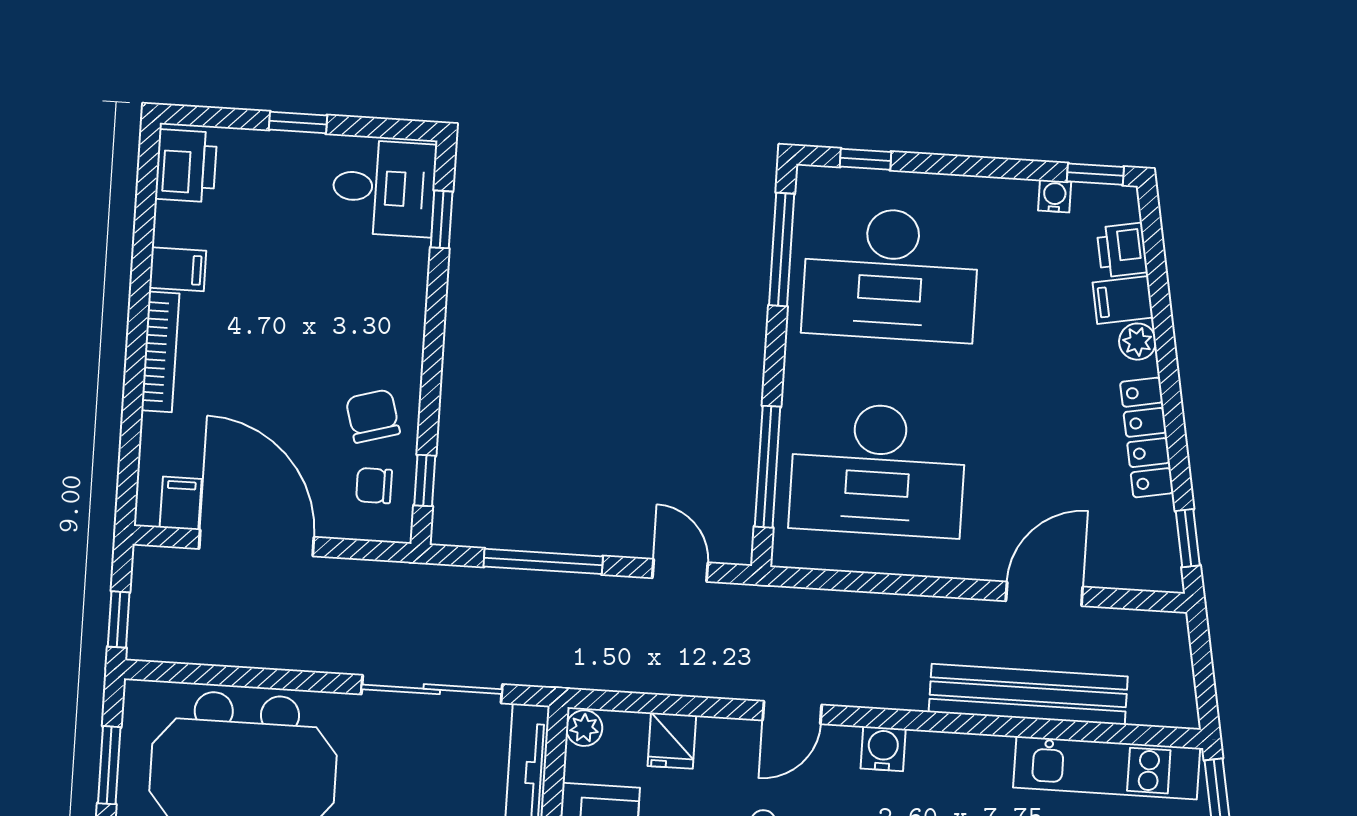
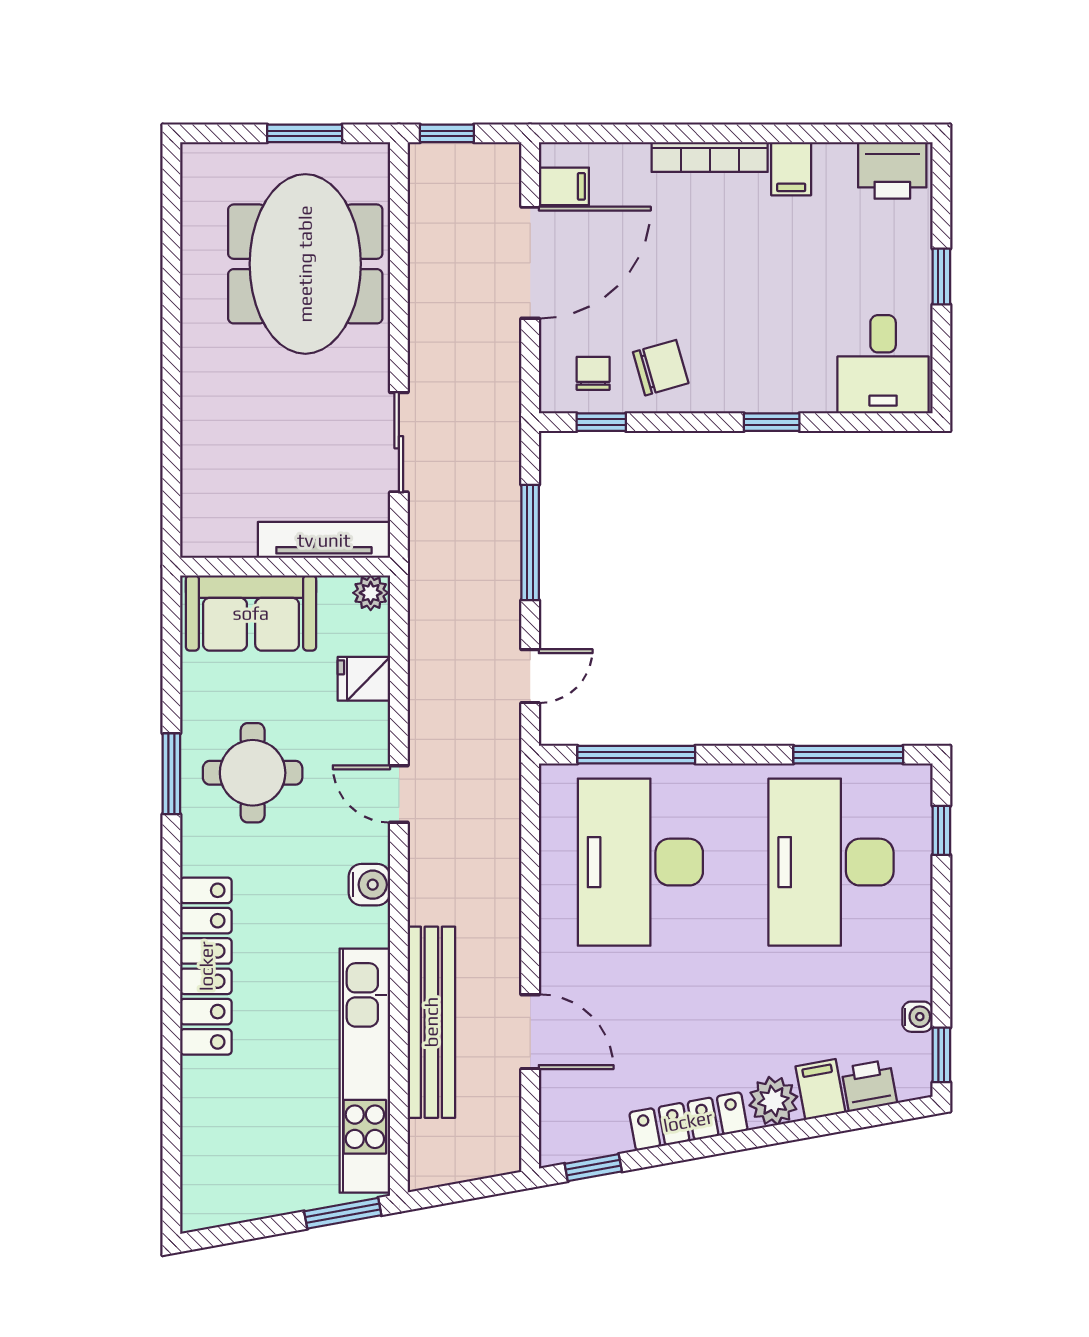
window: (442, 219) -> (772, 422), moved
plant: (1137, 342) -> (773, 1101), width x1.38, depth x1.38
sliding door: (432, 689) -> (399, 442), width x0.73
kitchen unit: (1107, 768) -> (365, 1071), width x1.36

